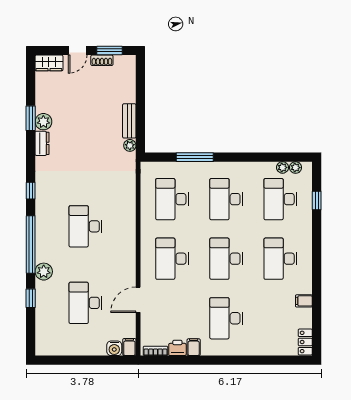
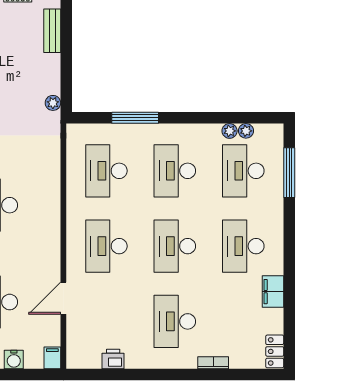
bench: (129, 121) -> (52, 31), moved
plant: (296, 168) -> (230, 131), moved
window: (317, 201) -> (289, 173), width x2.17
filing cabinet: (304, 301) -> (273, 292), width x2.00
filing cabinet: (194, 347) -> (134, 358), removed
water cooler: (114, 348) -> (14, 359), moved
bookcase: (155, 351) -> (213, 363), moved

